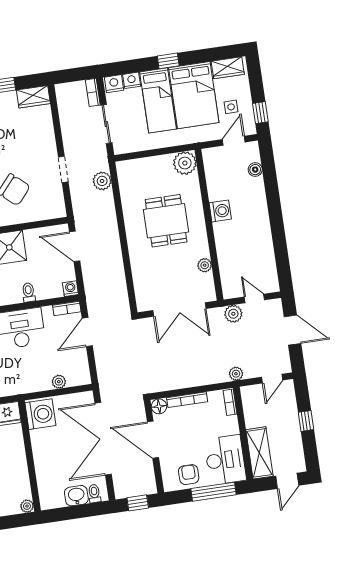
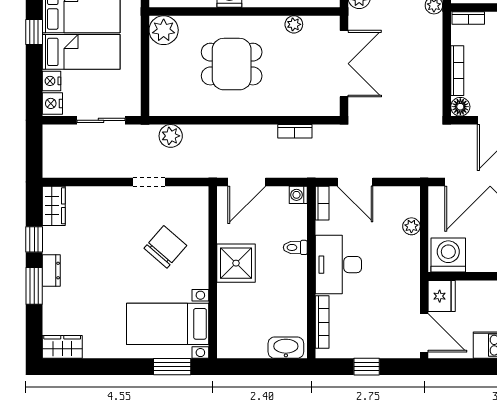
bookcase: (93, 92) -> (295, 131), moved

